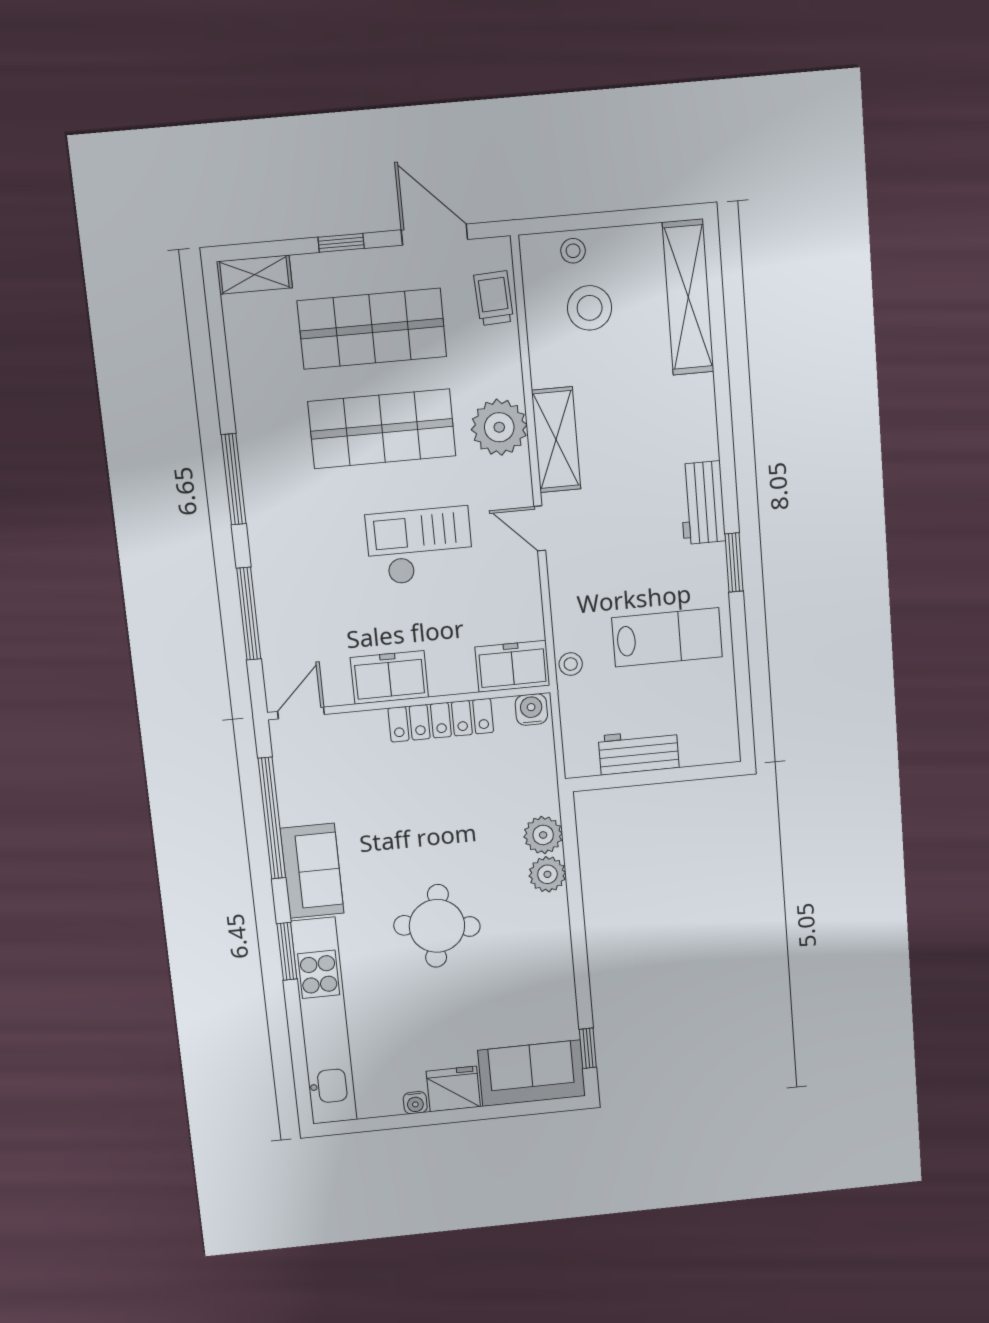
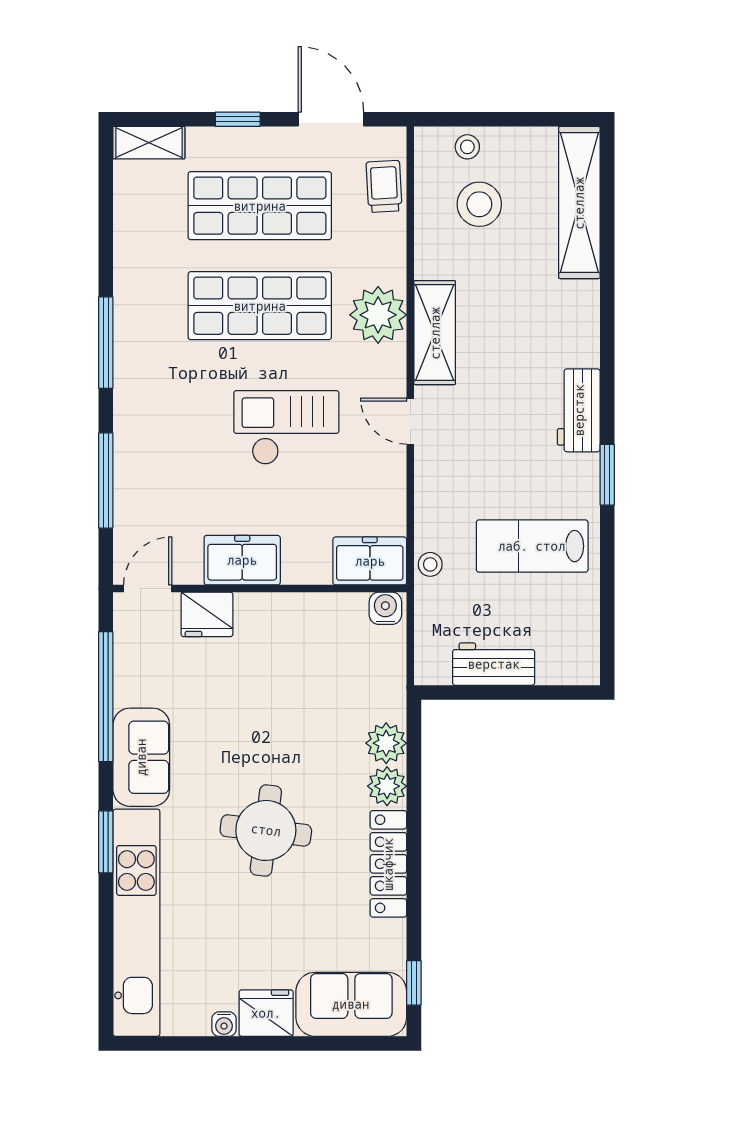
lab bench: (667, 637) -> (532, 546), turned 180
locker: (441, 720) -> (388, 864), moved, turned 90
fridge: (361, 732) -> (207, 614), added

